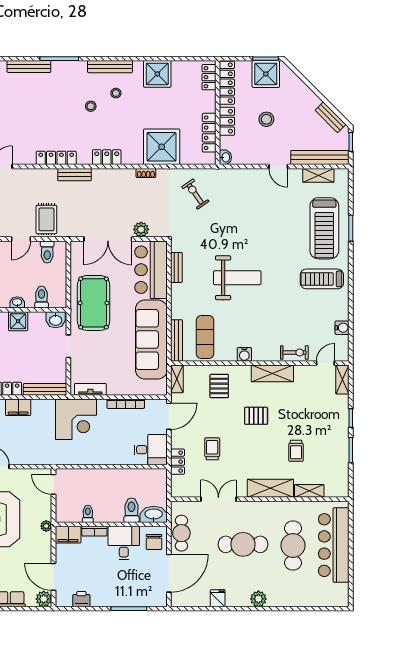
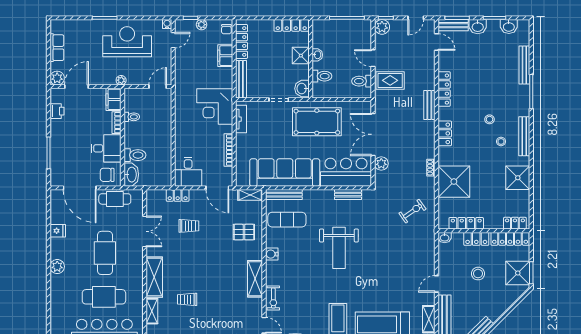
pallet: (256, 416) -> (218, 264), removed

